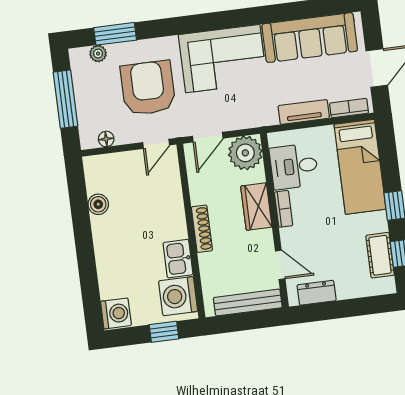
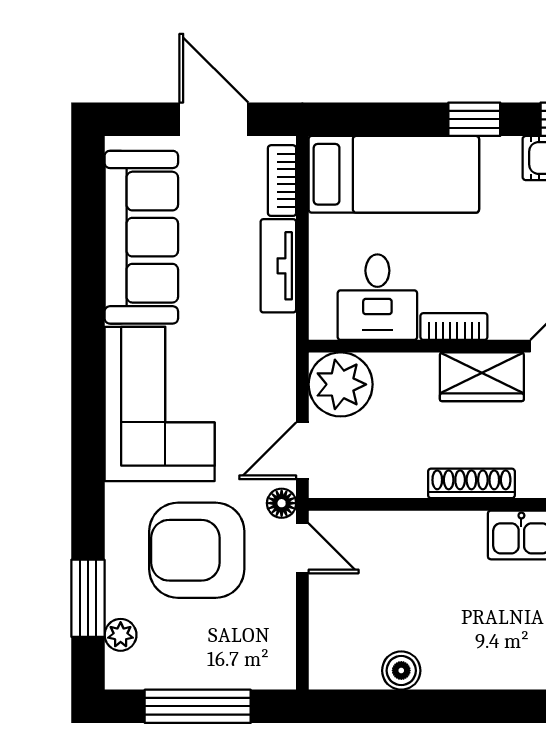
door: (208, 137) -> (302, 451), swing flipped
floor lamp: (106, 139) -> (282, 503), moved
wardrobe: (256, 207) -> (482, 377), moved

